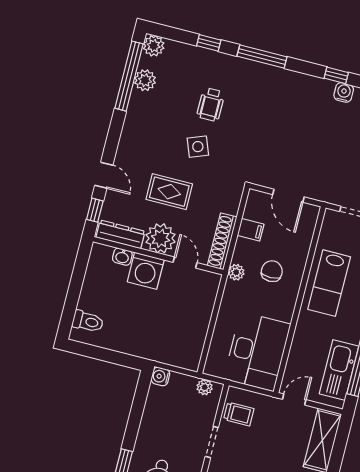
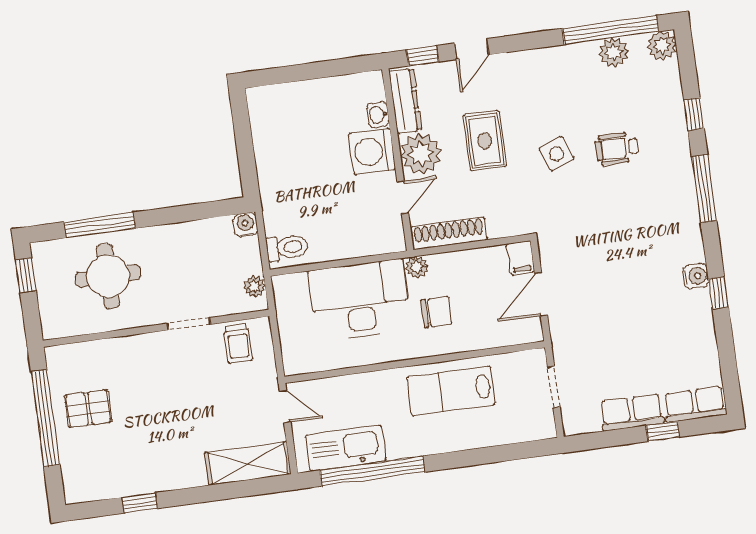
water cooler: (344, 92) -> (696, 276), moved
filing cabinet: (251, 230) -> (521, 258), moved
toilet: (88, 321) -> (287, 247), moved, turned -90
desk: (257, 352) -> (360, 300), moved, turned 180

